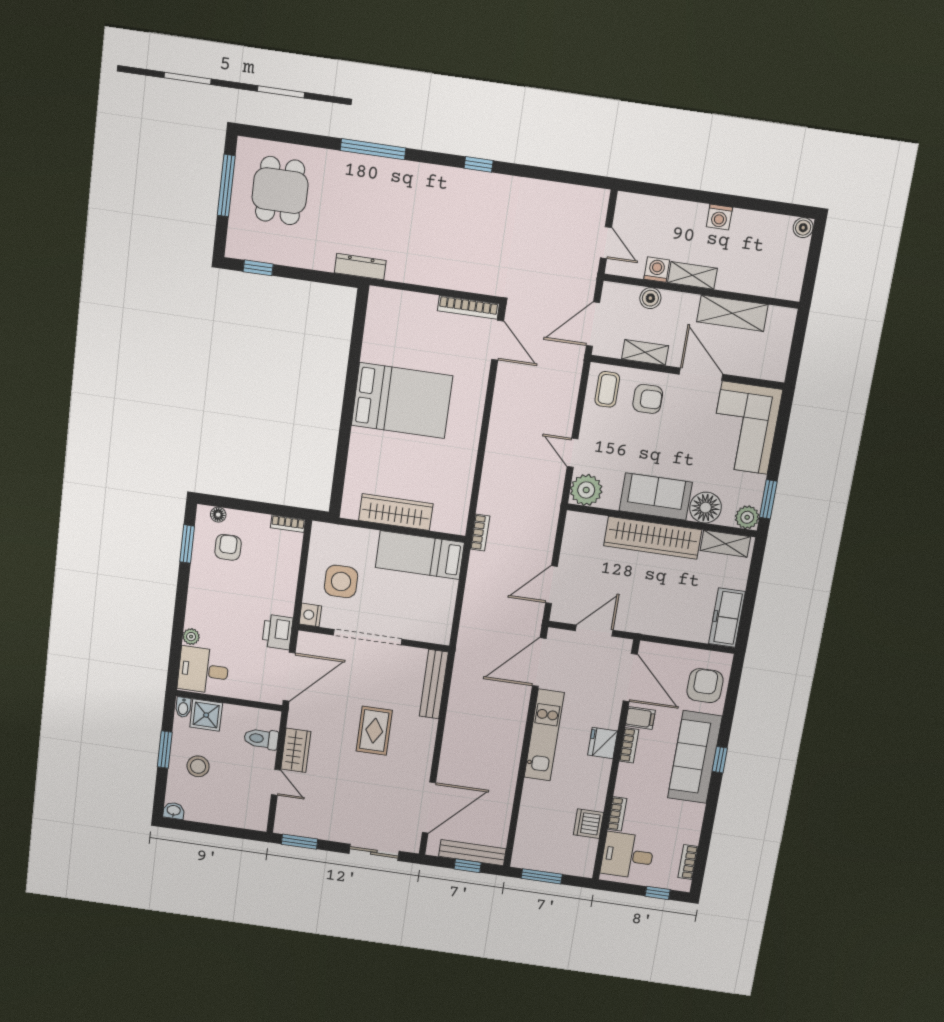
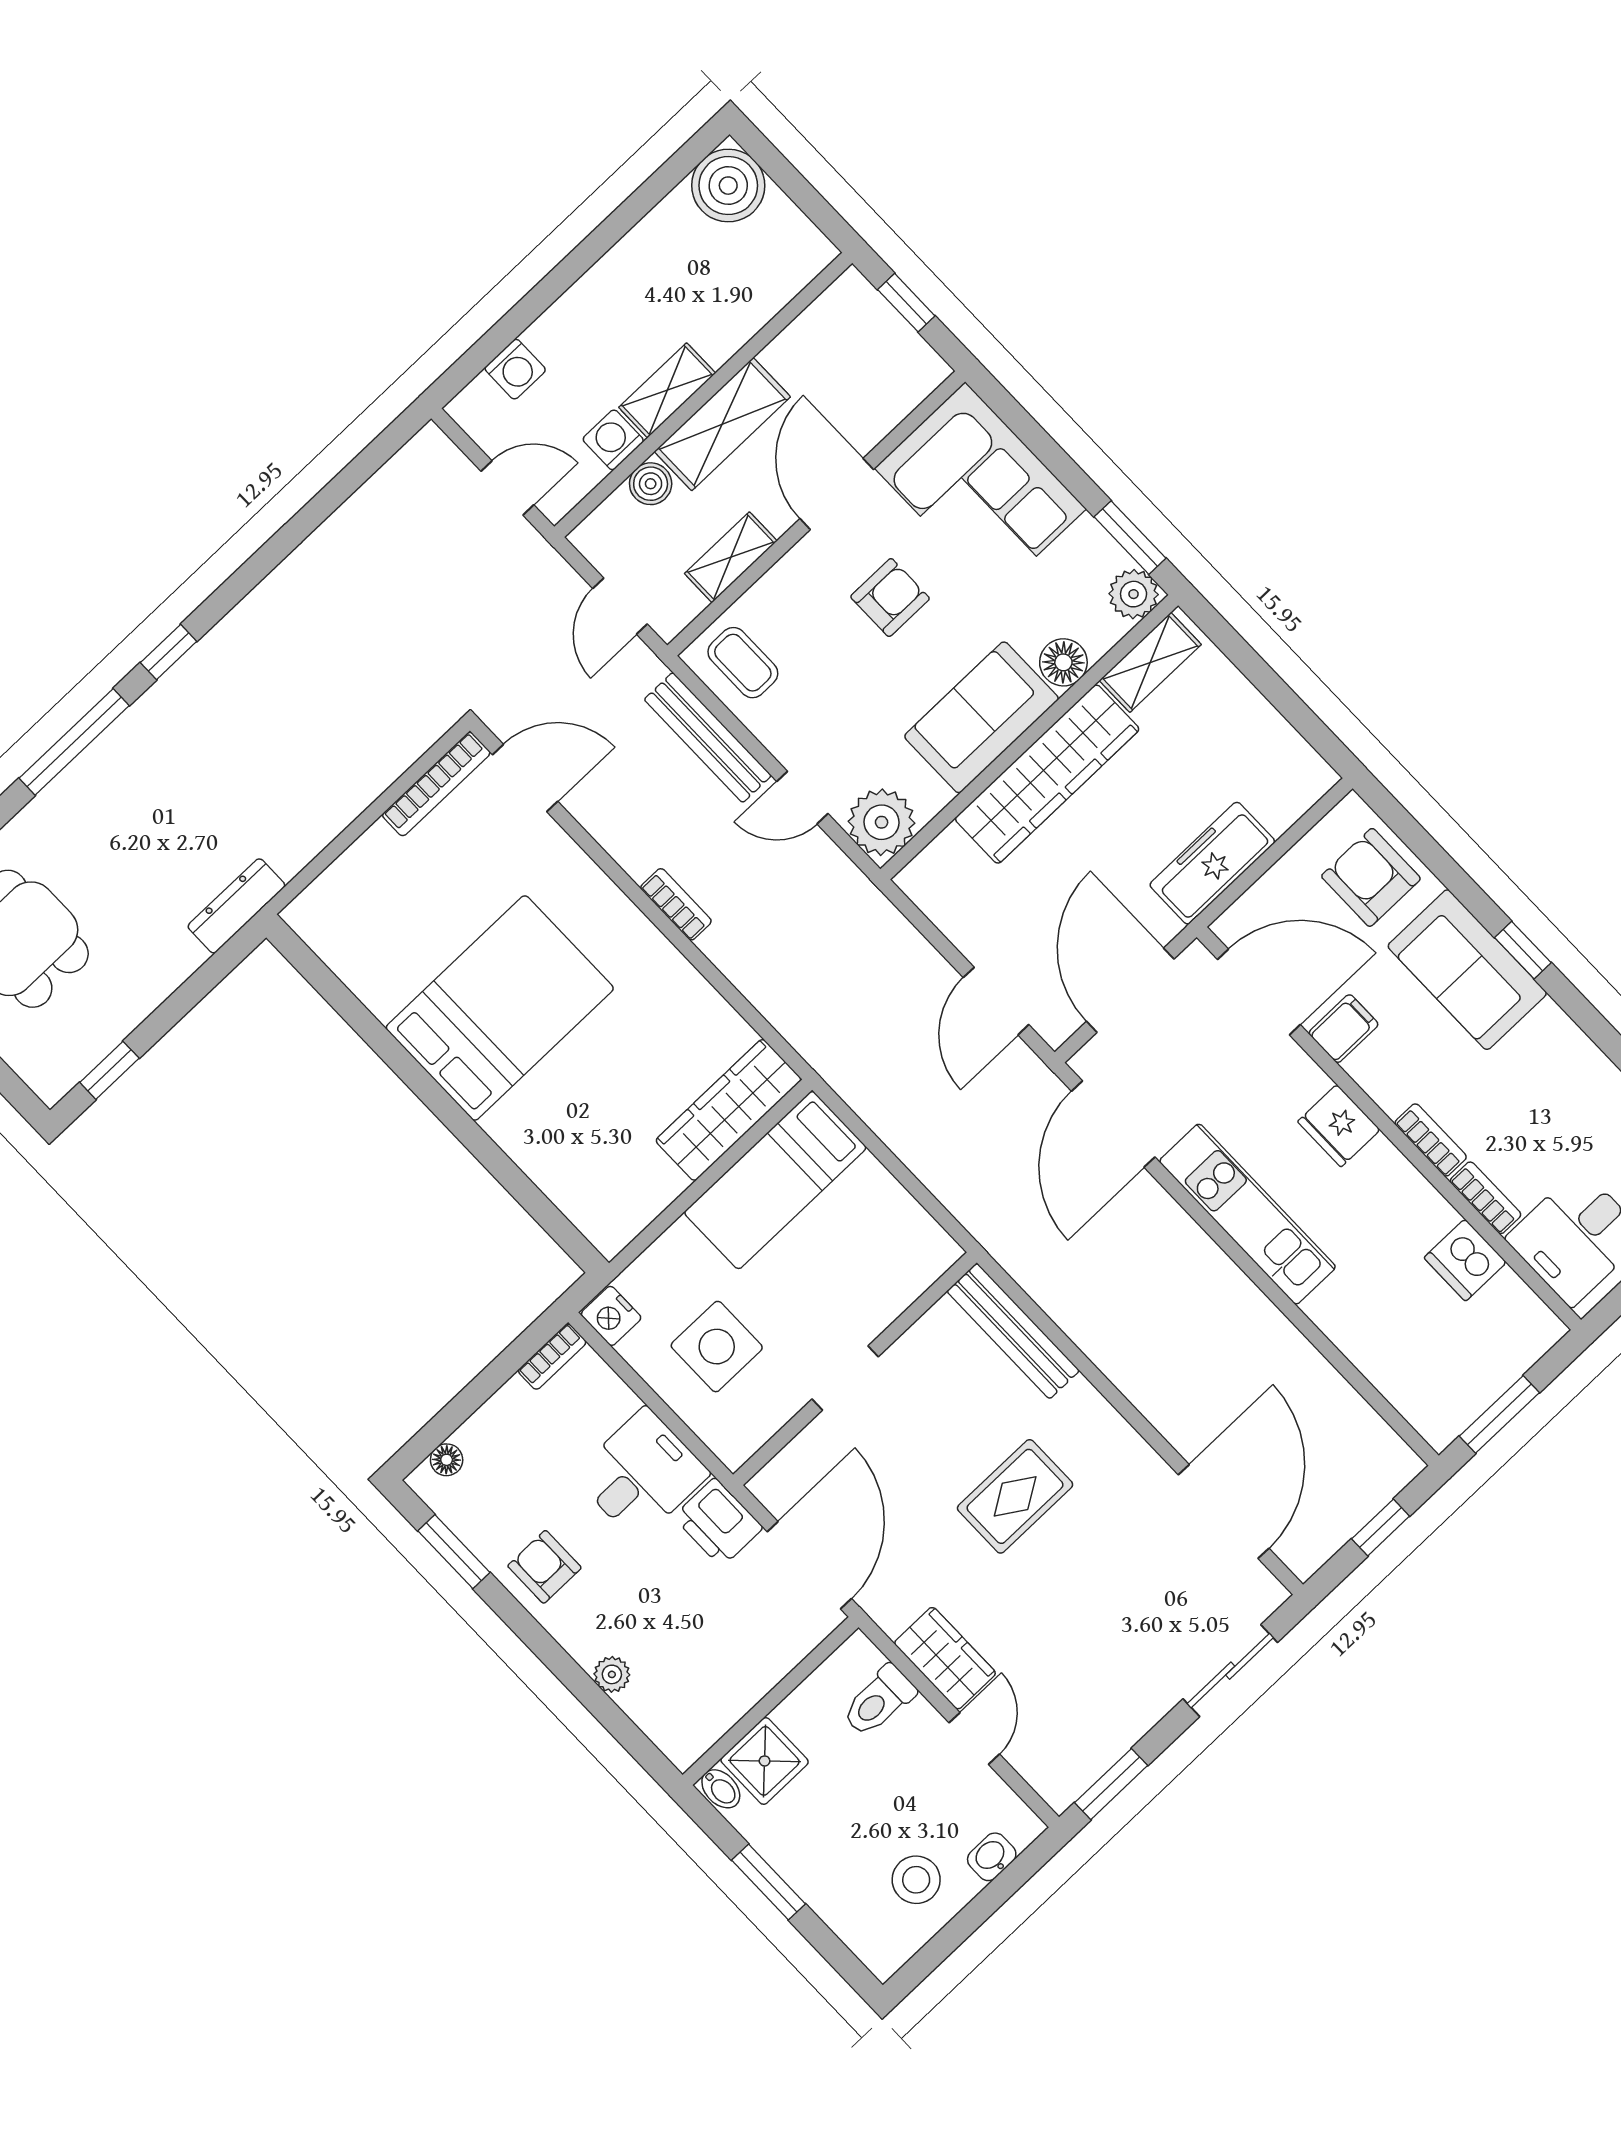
window: (479, 164) -> (169, 652), moved
washing machine: (719, 217) -> (515, 369), moved
boiler: (803, 228) -> (728, 186), width x1.86, depth x1.86
shelving: (732, 313) -> (722, 424), moved
door: (593, 324) -> (620, 606), width x0.73
window: (798, 342) -> (906, 303), added
door: (701, 374) -> (837, 494), hinge flipped
armchair: (648, 399) -> (890, 598), moved
floor lamp: (706, 508) -> (1063, 662), width x0.73, depth x0.73
wardrobe: (396, 512) -> (728, 1110), moved
bookcase: (480, 533) -> (676, 904), moved
armchair: (228, 547) -> (544, 1567), moved
nightstand: (310, 615) -> (611, 1316), moved
freezer: (727, 618) -> (1212, 863), moved, turned 90
door: (594, 631) -> (1130, 990), width x1.36
doorway: (368, 637) -> (845, 1378), width x0.53
desk: (203, 670) -> (641, 1474), moved, turned 180
rug: (374, 731) -> (1015, 1496), turned 90
bookcase: (629, 745) -> (1431, 1140), moved
sofa: (695, 757) -> (1467, 970), width x0.73
stool: (198, 766) -> (916, 1880), moved
door: (276, 782) -> (974, 1738), hinge flipped
washbasin: (174, 811) -> (992, 1857), moved
bench: (472, 853) -> (708, 738), moved, turned 90

